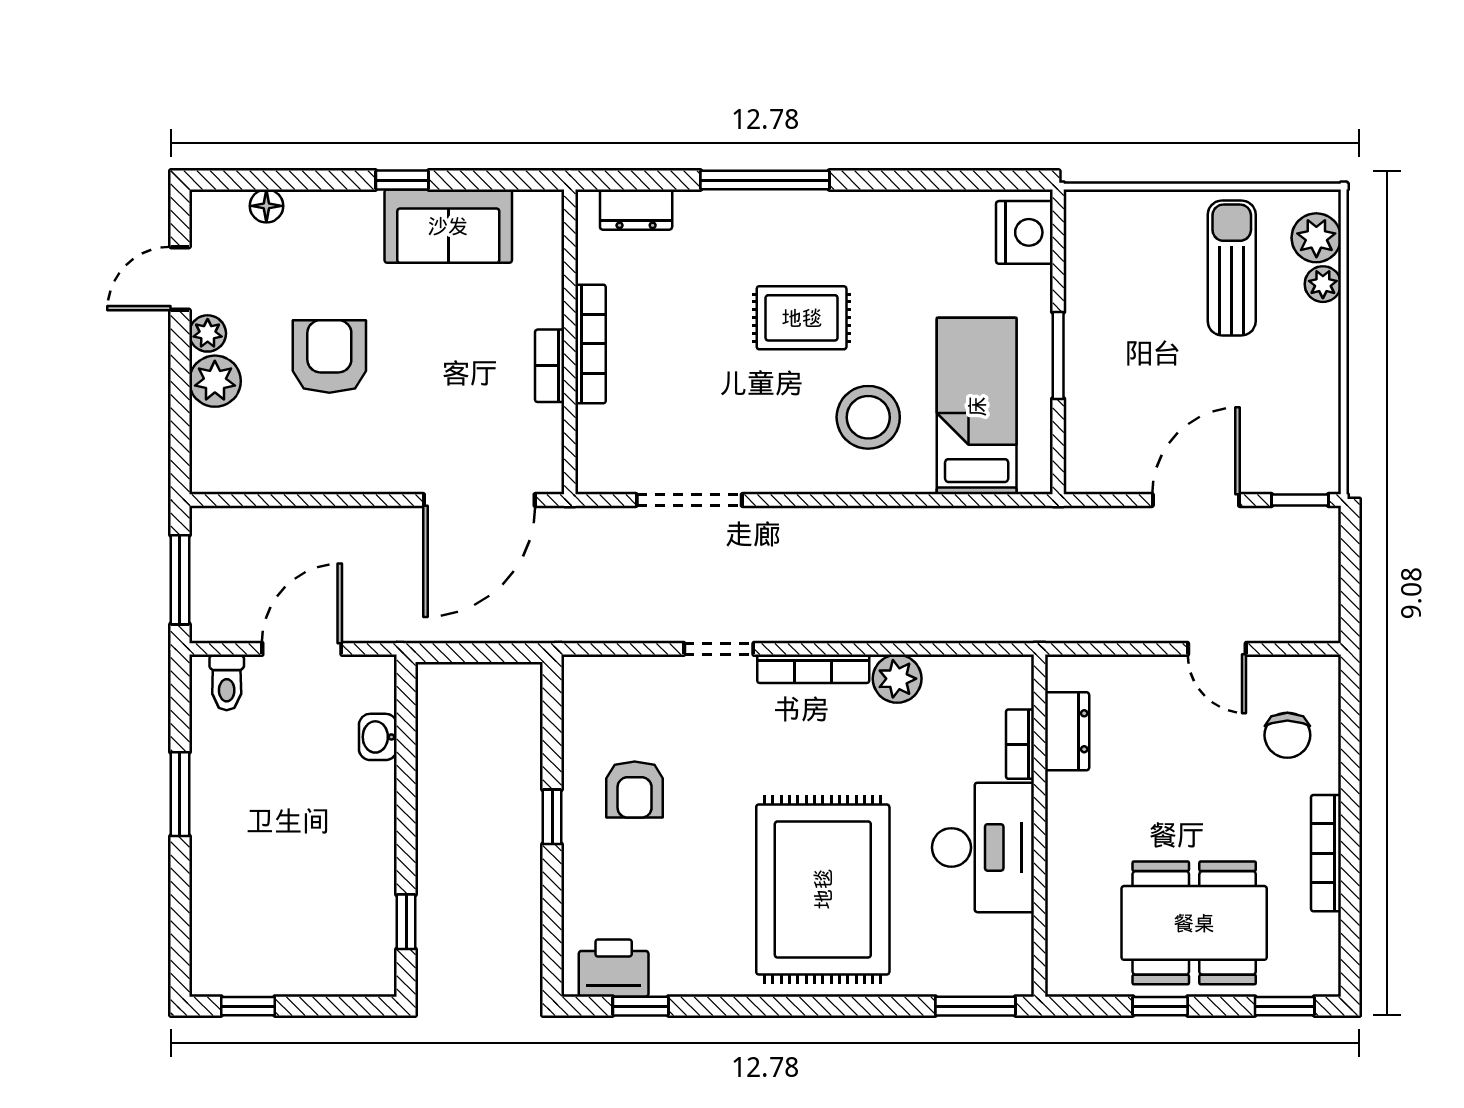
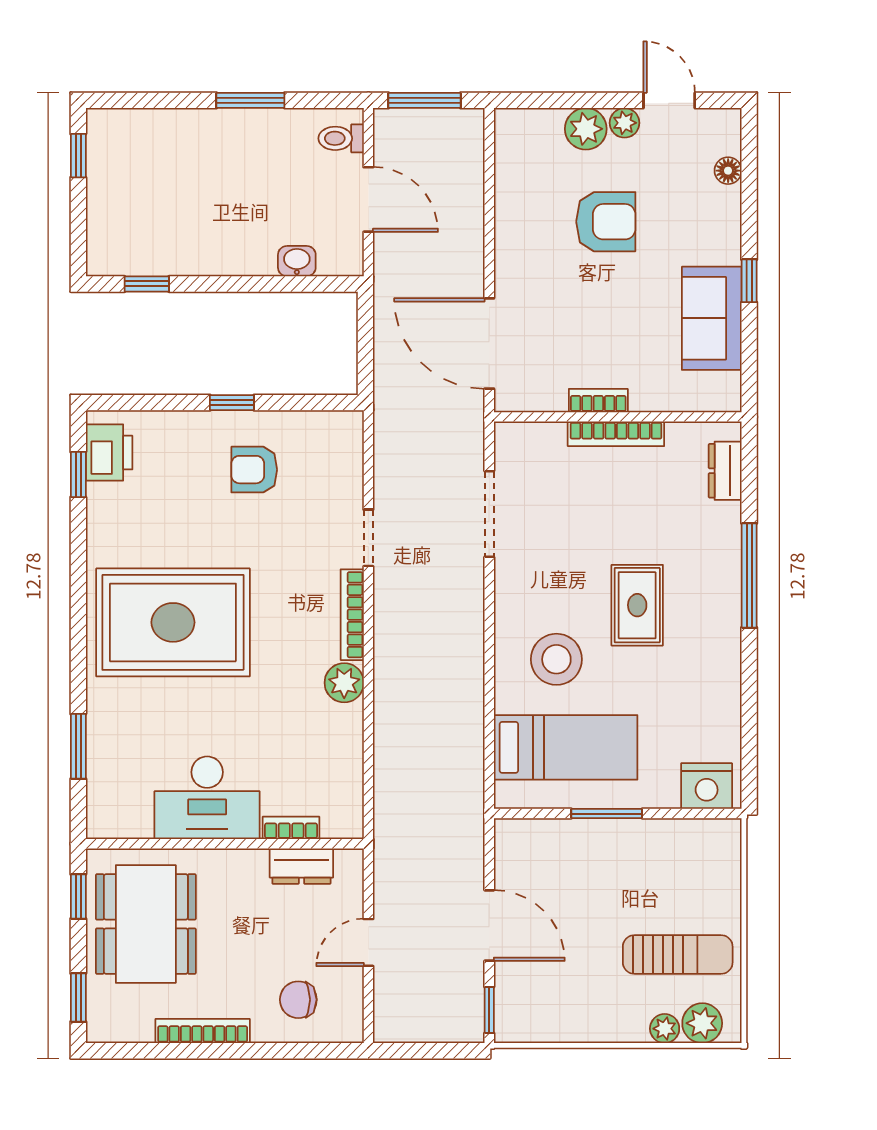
dresser: (1067, 731) -> (301, 866), moved
bookcase: (1020, 744) -> (291, 828), moved
wall: (1039, 826) -> (225, 844), moved
desk: (983, 847) -> (207, 798), moved

